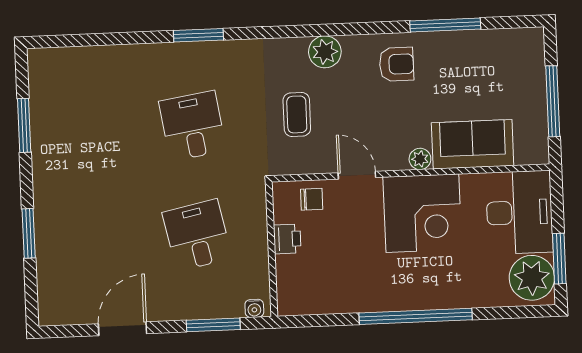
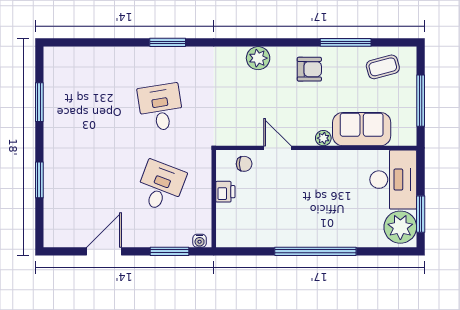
coffee table: (297, 114) -> (383, 67), moved, turned 75
corner desk: (422, 213) -> (323, 177), removed
desk: (197, 235) -> (161, 186), turned 33

